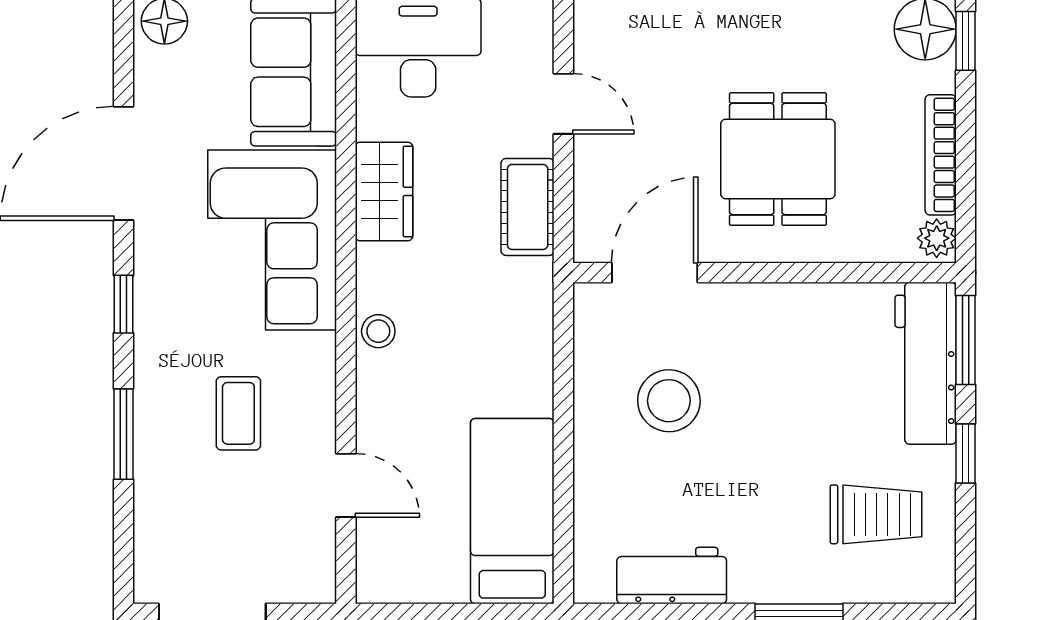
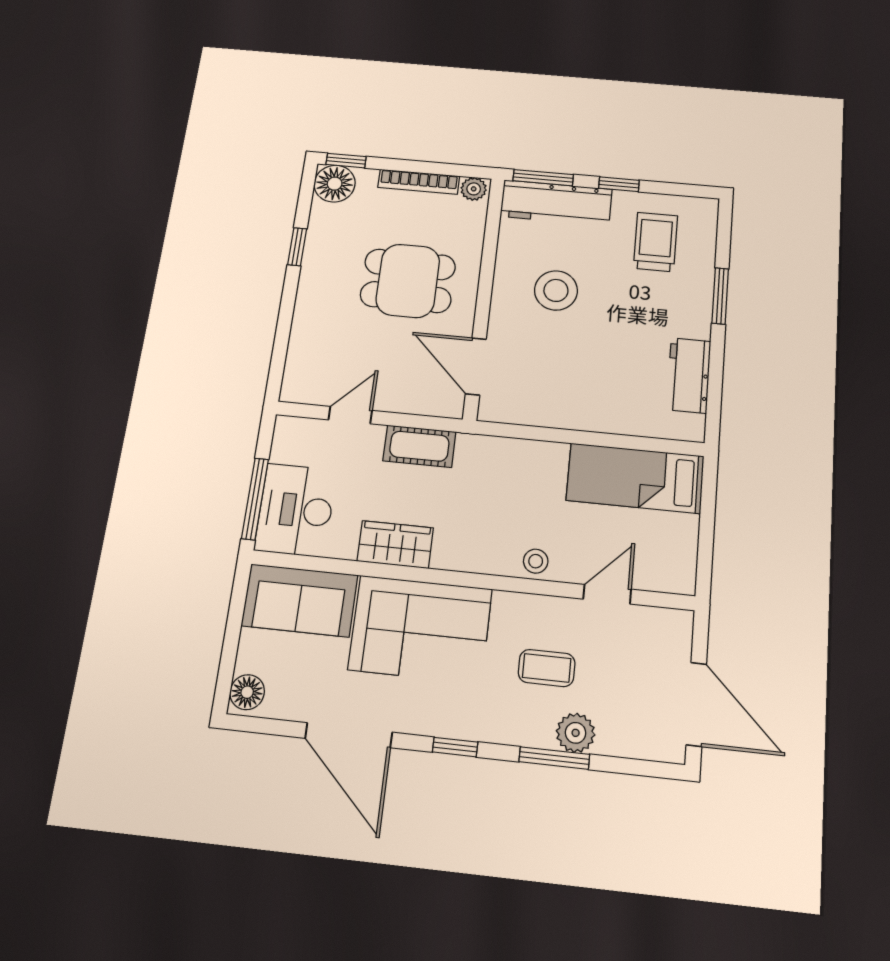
stool: (378, 331) -> (536, 561), moved
stool: (669, 401) -> (556, 290), moved
plant: (158, 459) -> (576, 733), added

